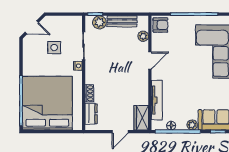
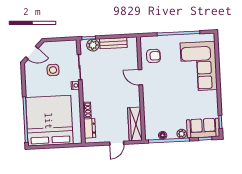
armchair: (160, 25) -> (153, 56), moved
plant: (143, 36) -> (133, 56), removed
door: (150, 60) -> (140, 77), swing flipped
tv unit: (157, 100) -> (148, 113), removed
wardrobe: (141, 118) -> (135, 124), width x1.50

